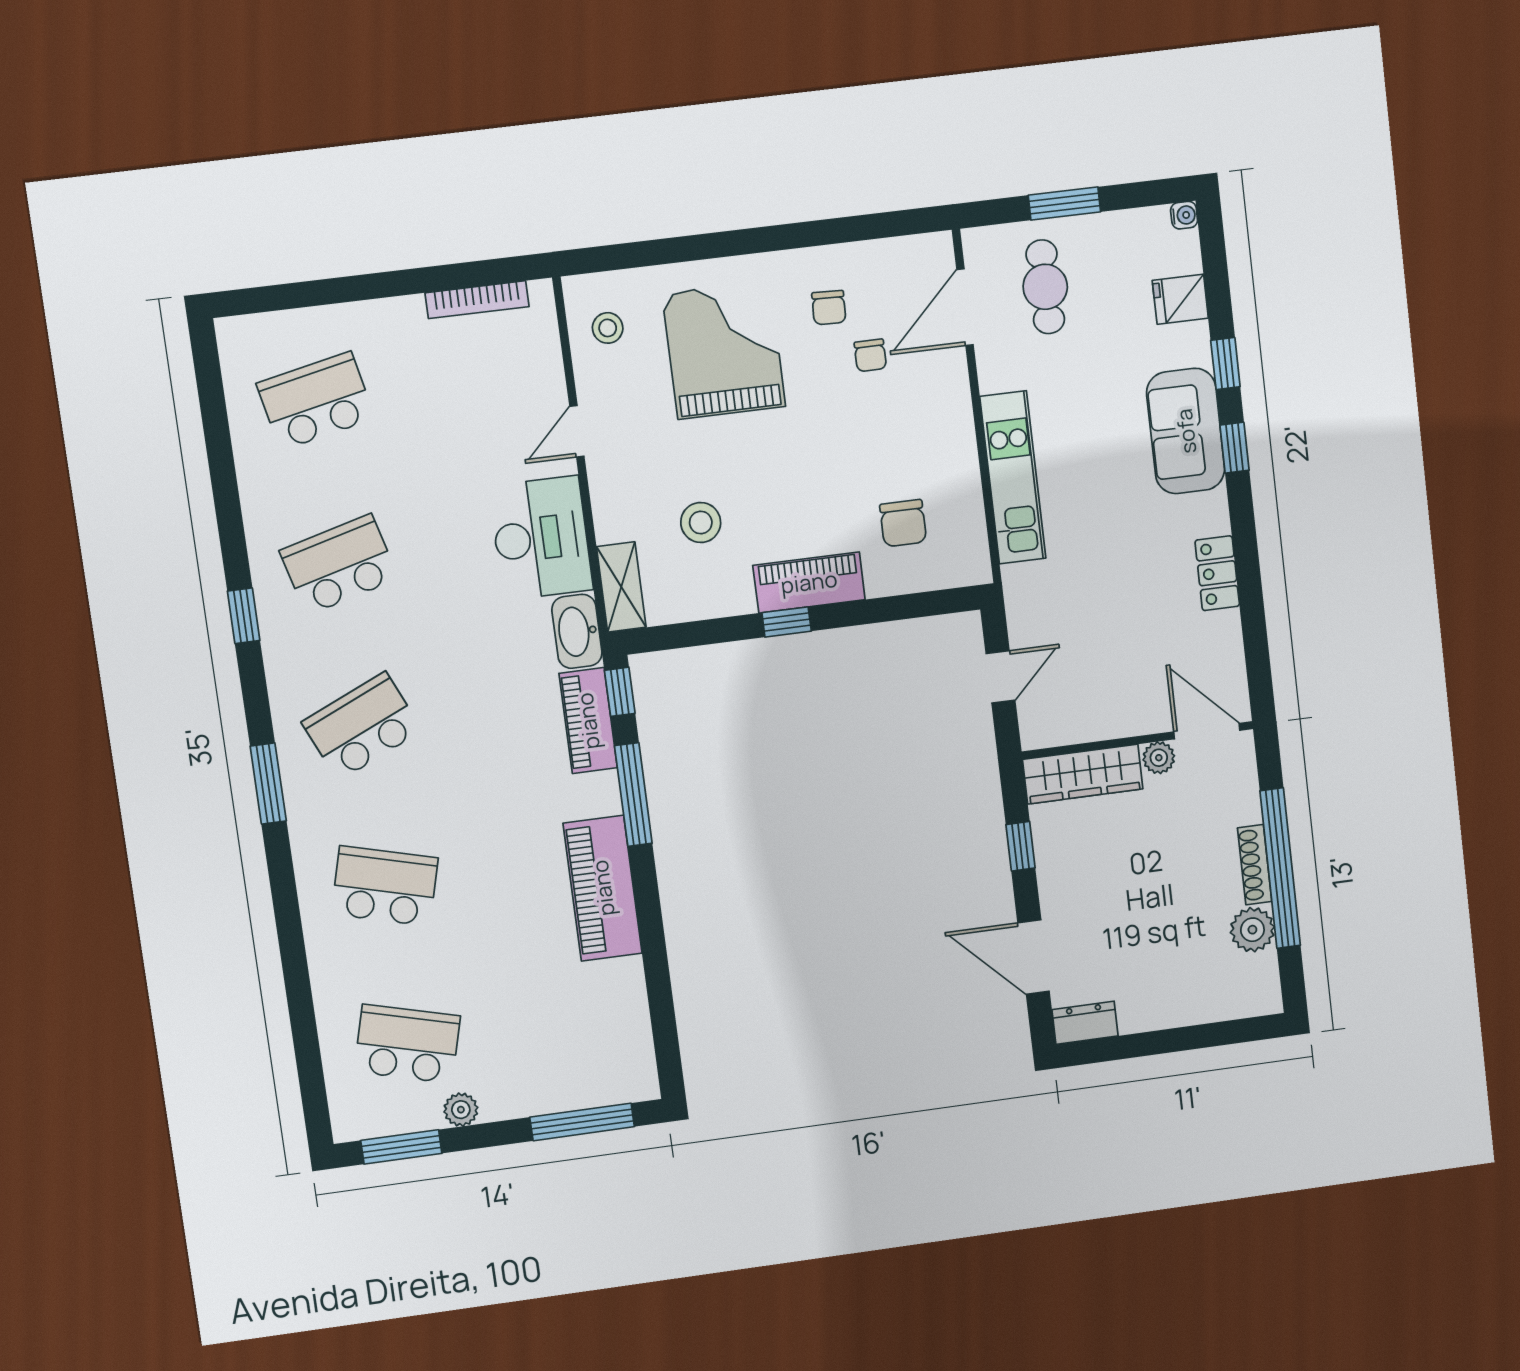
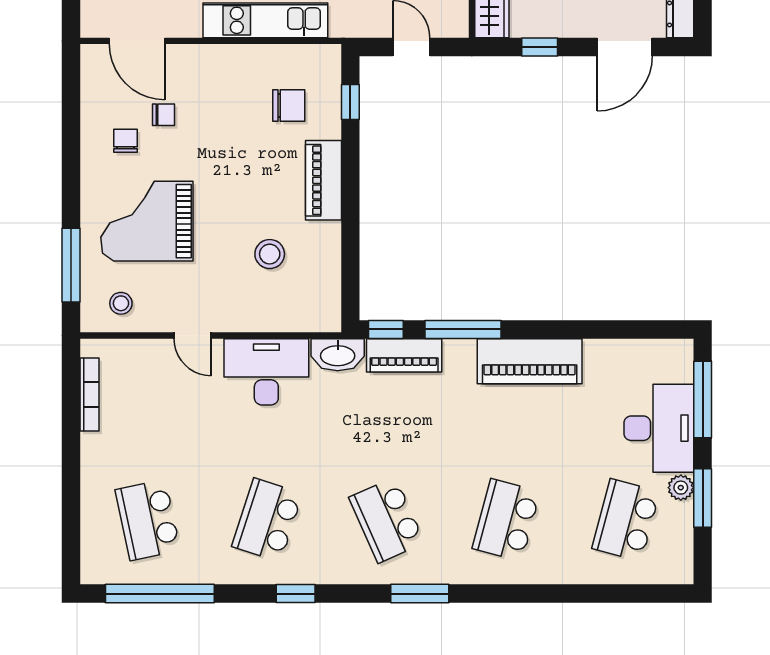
window: (651, 253) -> (71, 265), added
chair: (829, 308) -> (125, 141), turned -92
window: (216, 430) -> (160, 594), added
school desk: (339, 565) -> (267, 520), turned 33
shelving: (621, 587) -> (309, 318), removed
window: (787, 622) -> (350, 102), moved
desk: (536, 1070) -> (659, 428), added
window: (401, 1147) -> (703, 498), moved

